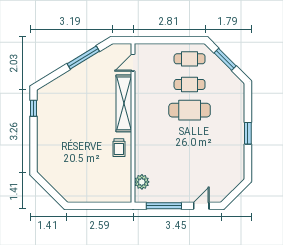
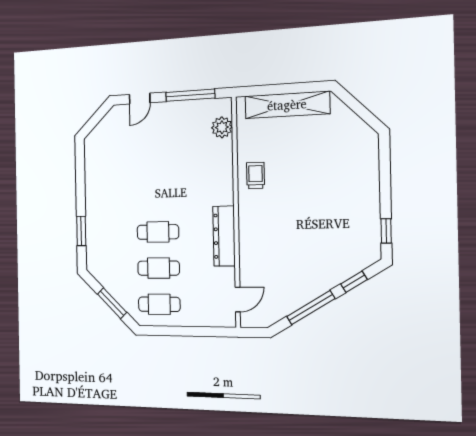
window: (55, 75) -> (354, 282), added
shelving: (124, 103) -> (287, 105), moved, turned 90
dresser: (142, 107) -> (224, 236), added
cafe table: (190, 110) -> (158, 232), width x0.73, depth x0.74
window: (248, 133) -> (81, 231), moved

